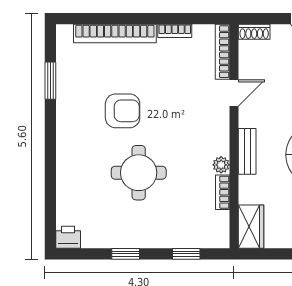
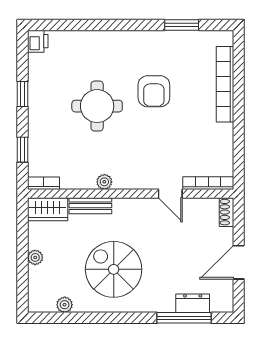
bookcase: (175, 31) -> (227, 139), removed
bench: (247, 151) -> (90, 206), moved
bookcase: (223, 192) -> (43, 183), moved

